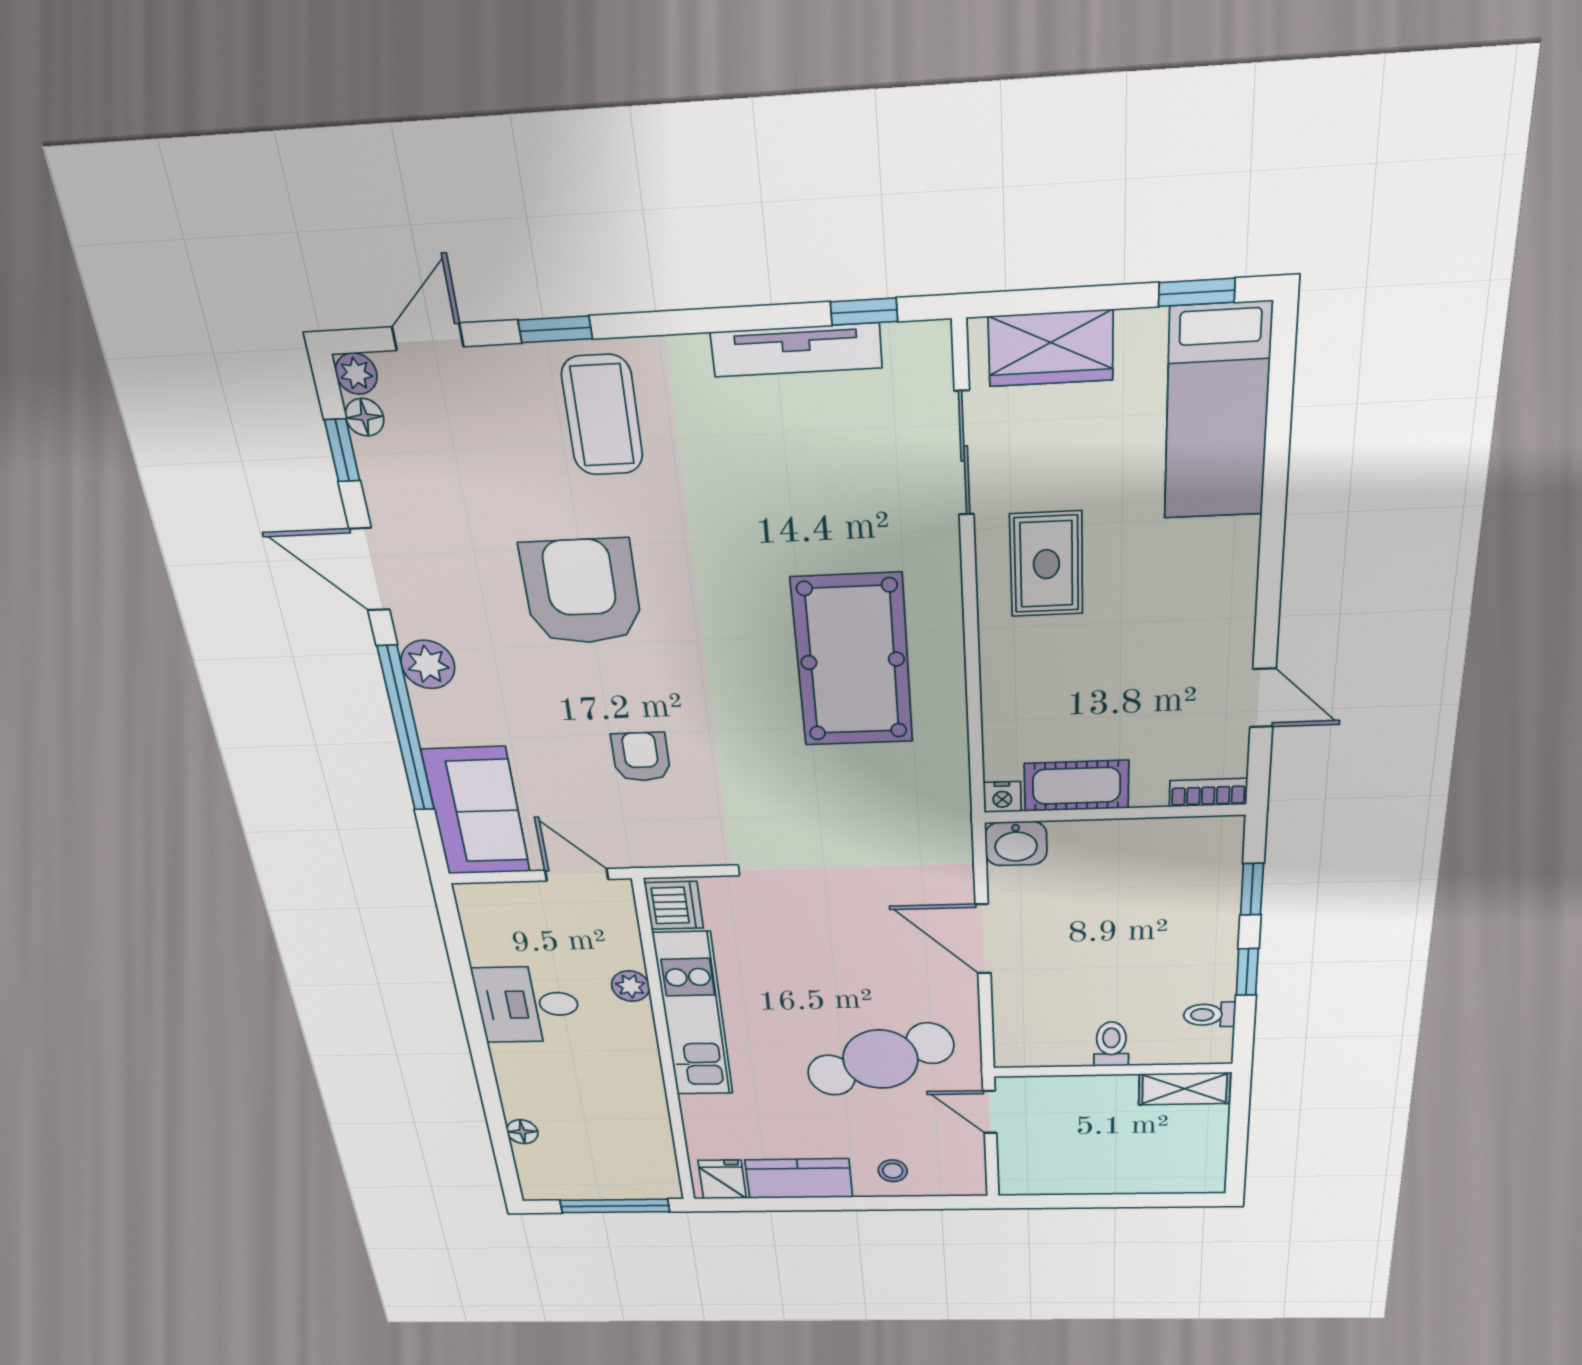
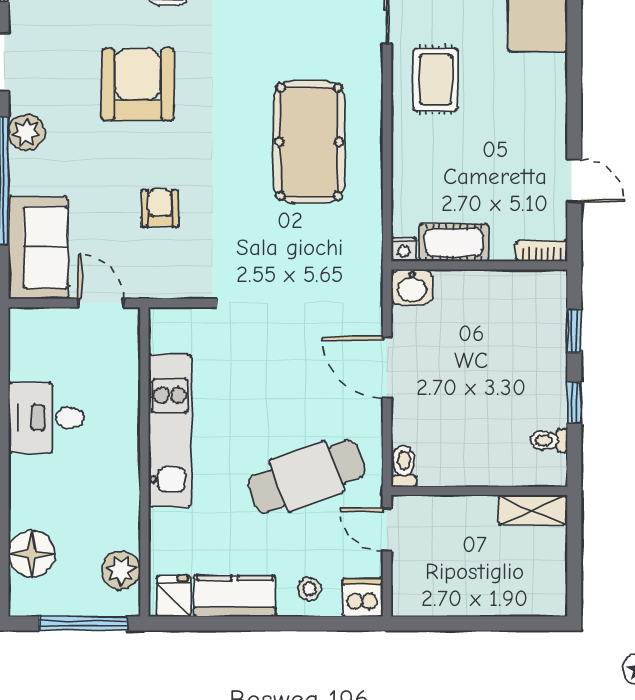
dishwasher: (674, 905) -> (363, 598), moved, turned -90
plant: (631, 986) -> (121, 570), moved, width x1.38, depth x1.38
toilet: (1111, 1044) -> (404, 466), moved
floor lamp: (522, 1132) -> (32, 554), width x1.89, depth x1.89

